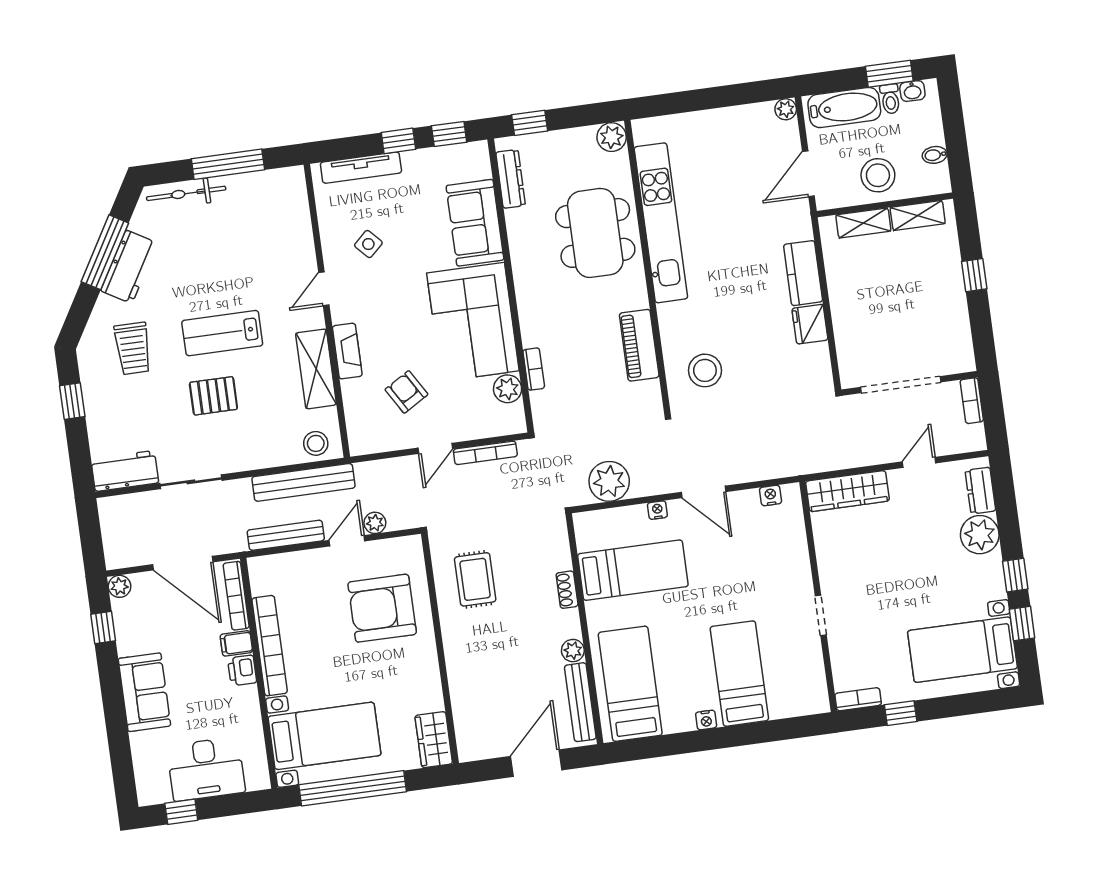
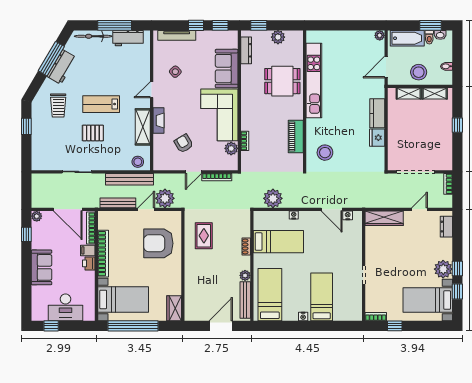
plant: (612, 137) -> (278, 37), moved
dining table: (595, 233) -> (282, 81), width x0.73
workbench: (125, 471) -> (128, 38), moved, turned 180
door: (703, 492) -> (332, 209), moved
plant: (375, 523) -> (165, 198), width x1.87, depth x1.87
plant: (980, 535) -> (443, 269), moved

